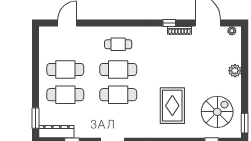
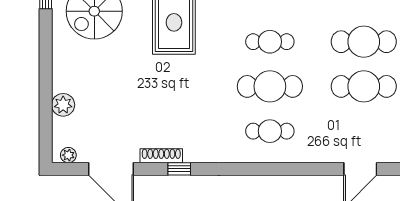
plant: (235, 71) -> (63, 105), moved
cafe table: (118, 95) -> (270, 42), width x0.73, depth x0.74

